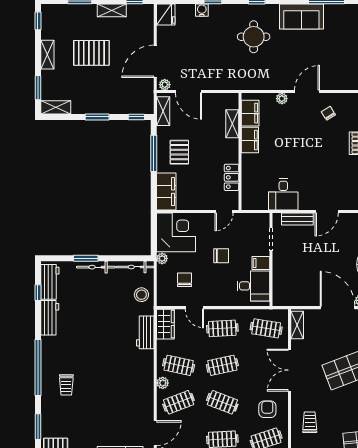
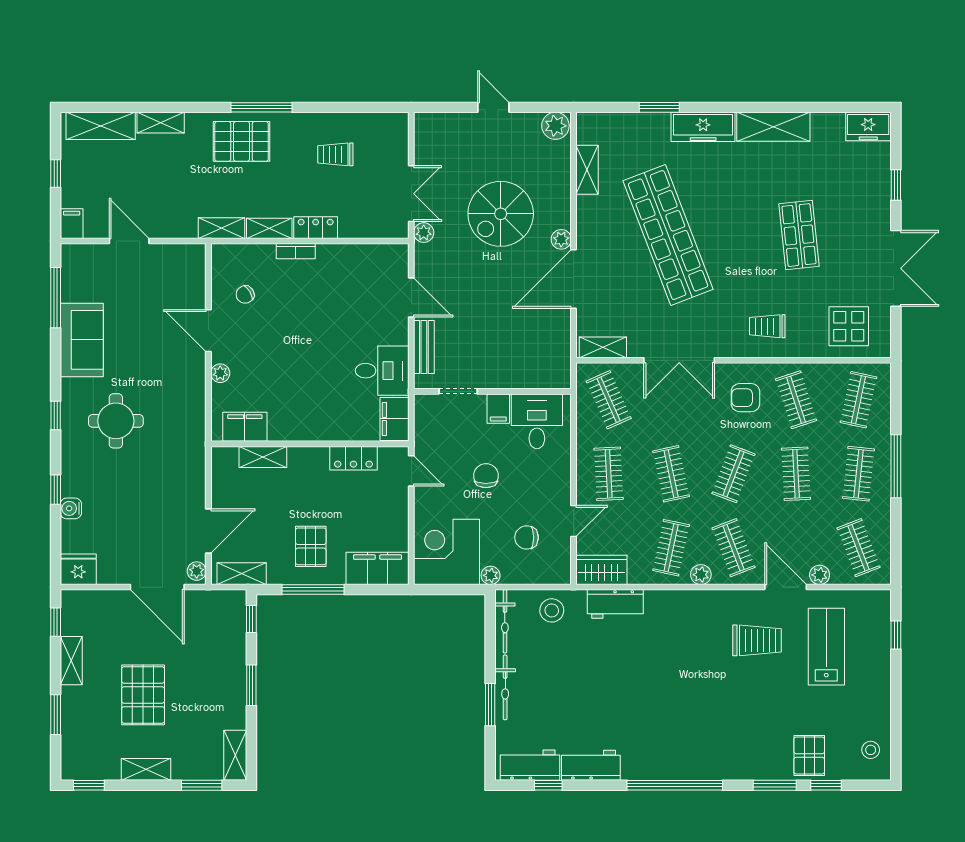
filing cabinet: (250, 140) -> (394, 419), moved, turned -90
pallet: (179, 152) -> (311, 546), turned 90
clothes rail: (266, 328) -> (609, 400), turned -33
trolley: (66, 385) -> (757, 640), moved, width x1.36, depth x1.39

